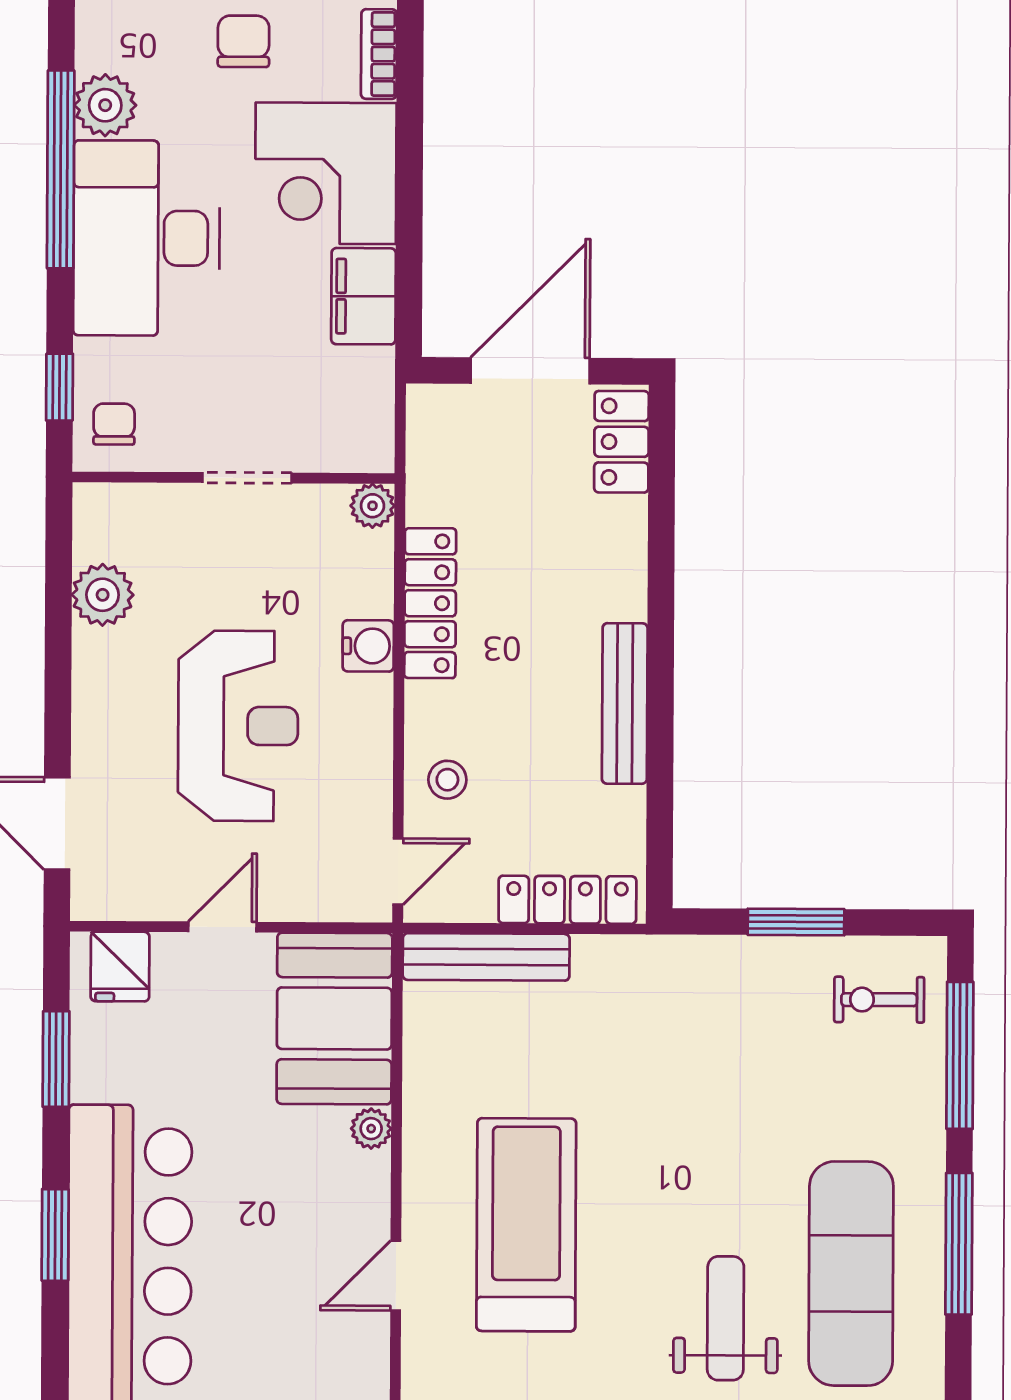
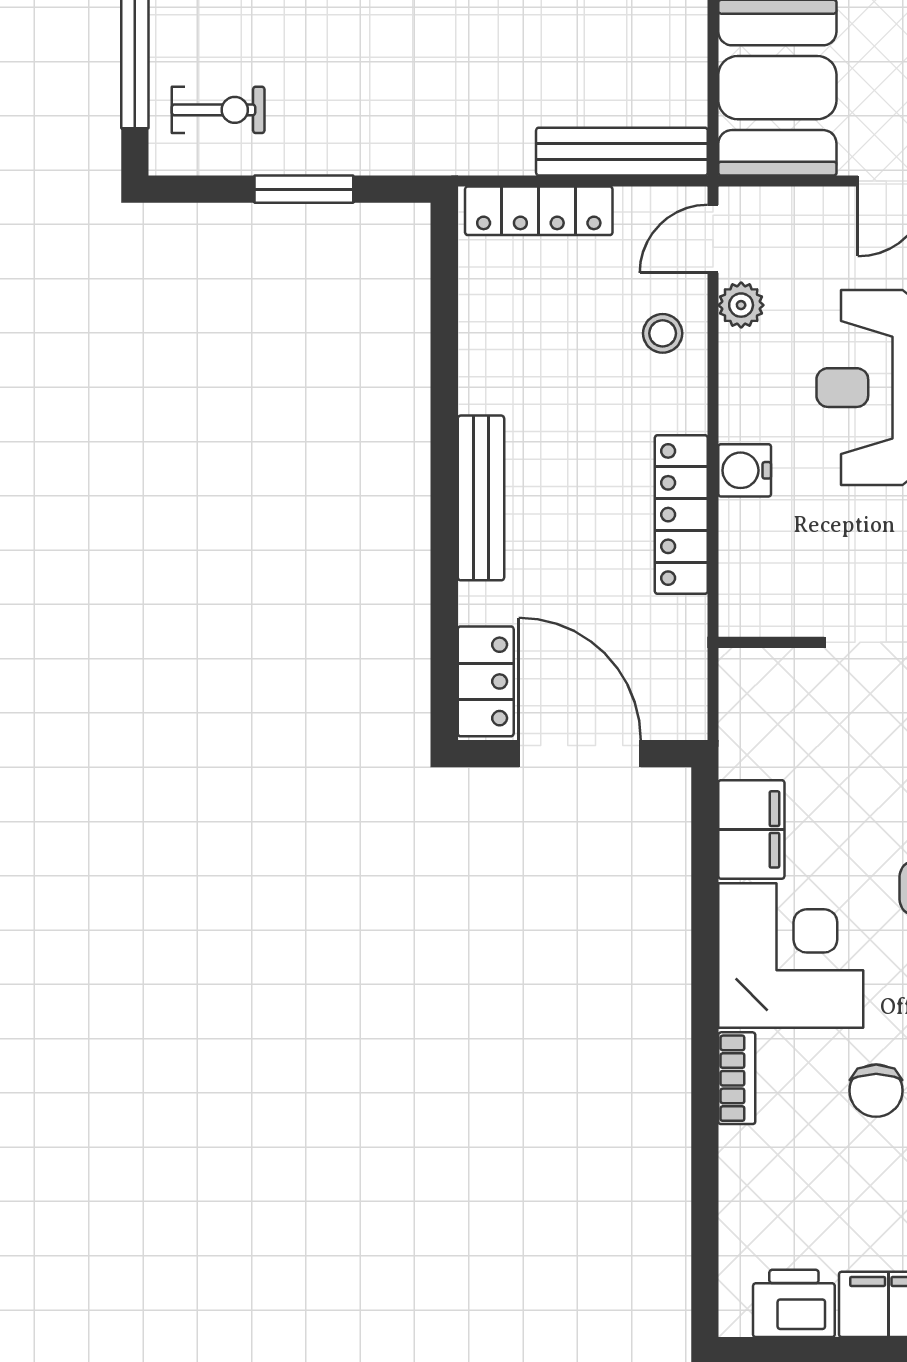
door: (530, 371) -> (580, 754), swing flipped
plant: (372, 506) -> (741, 305), moved
bench: (625, 703) -> (481, 498), moved

